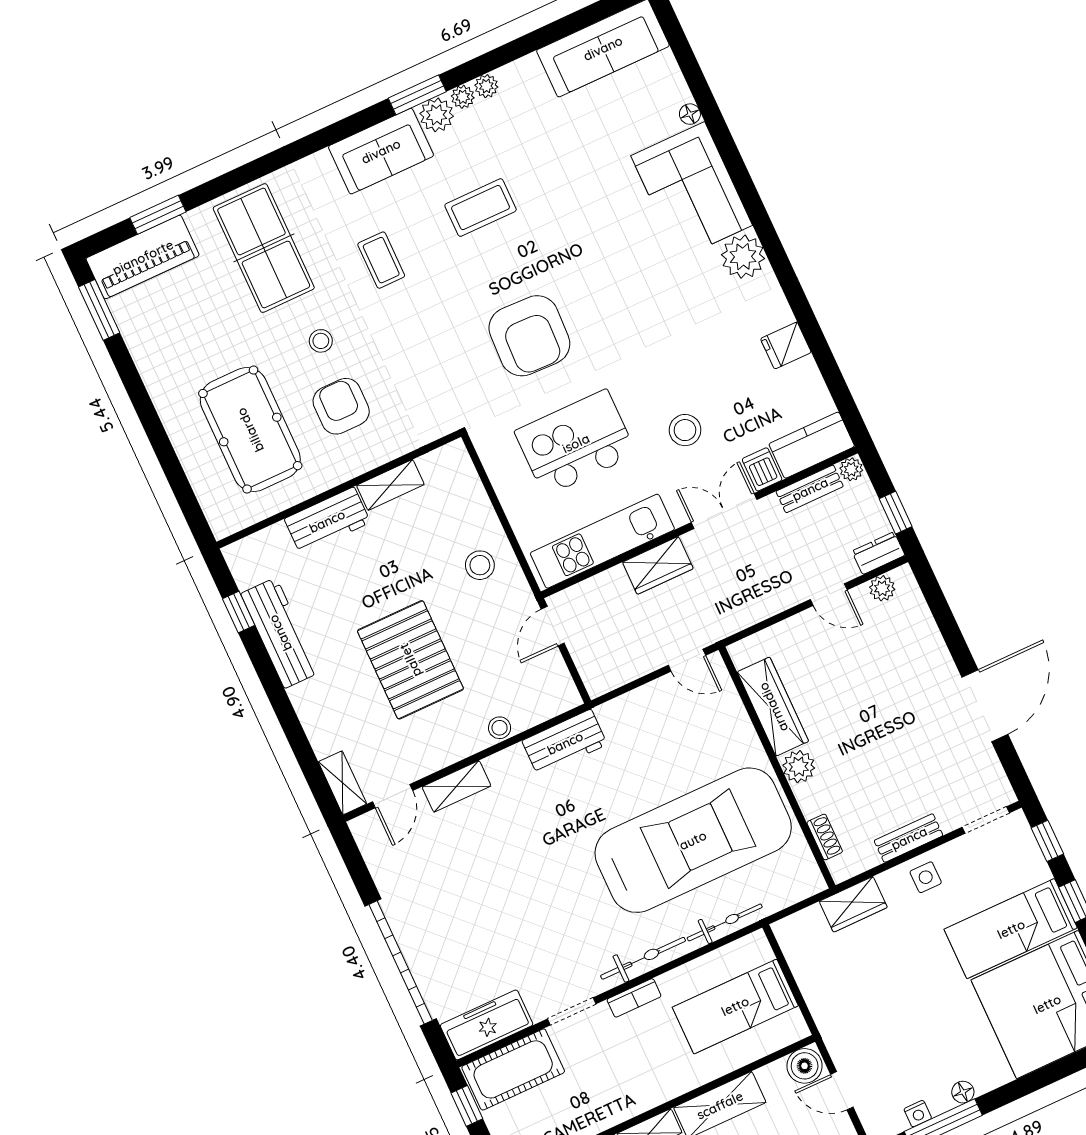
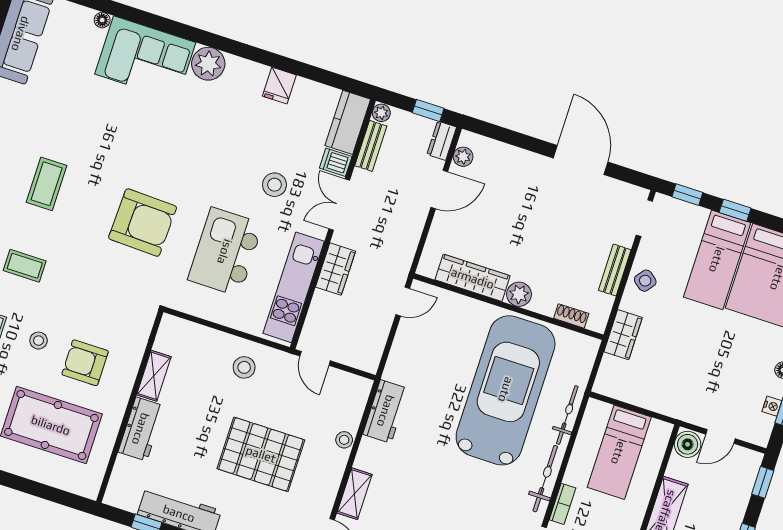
door: (829, 595) -> (439, 190), width x1.37
side table: (926, 877) -> (645, 281), turned 38

